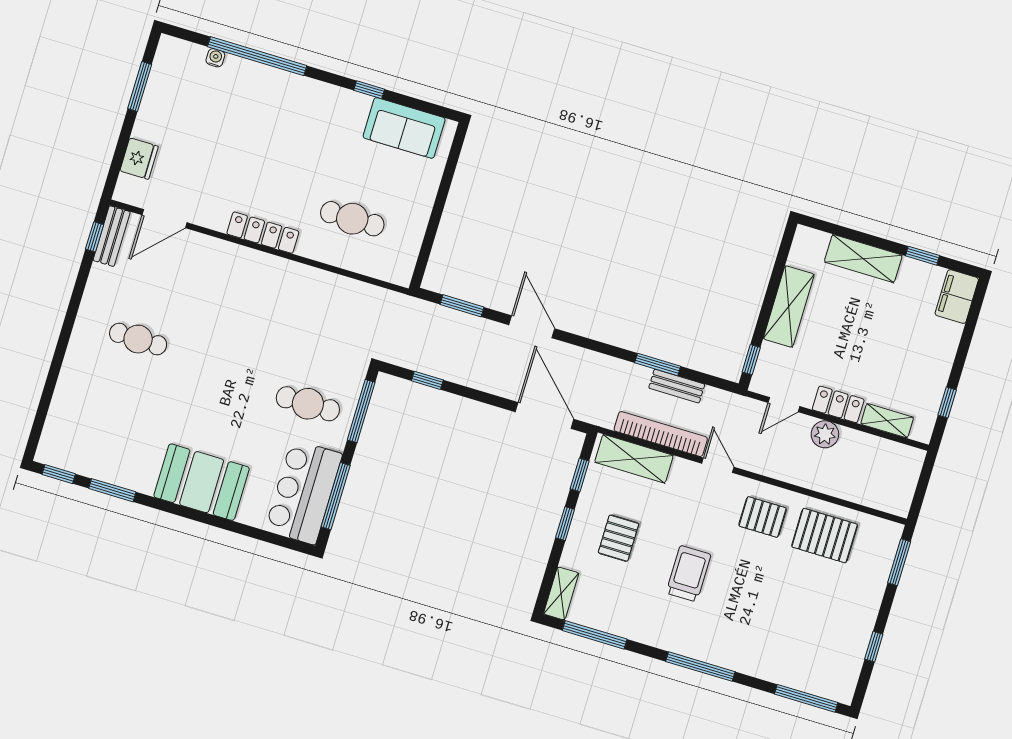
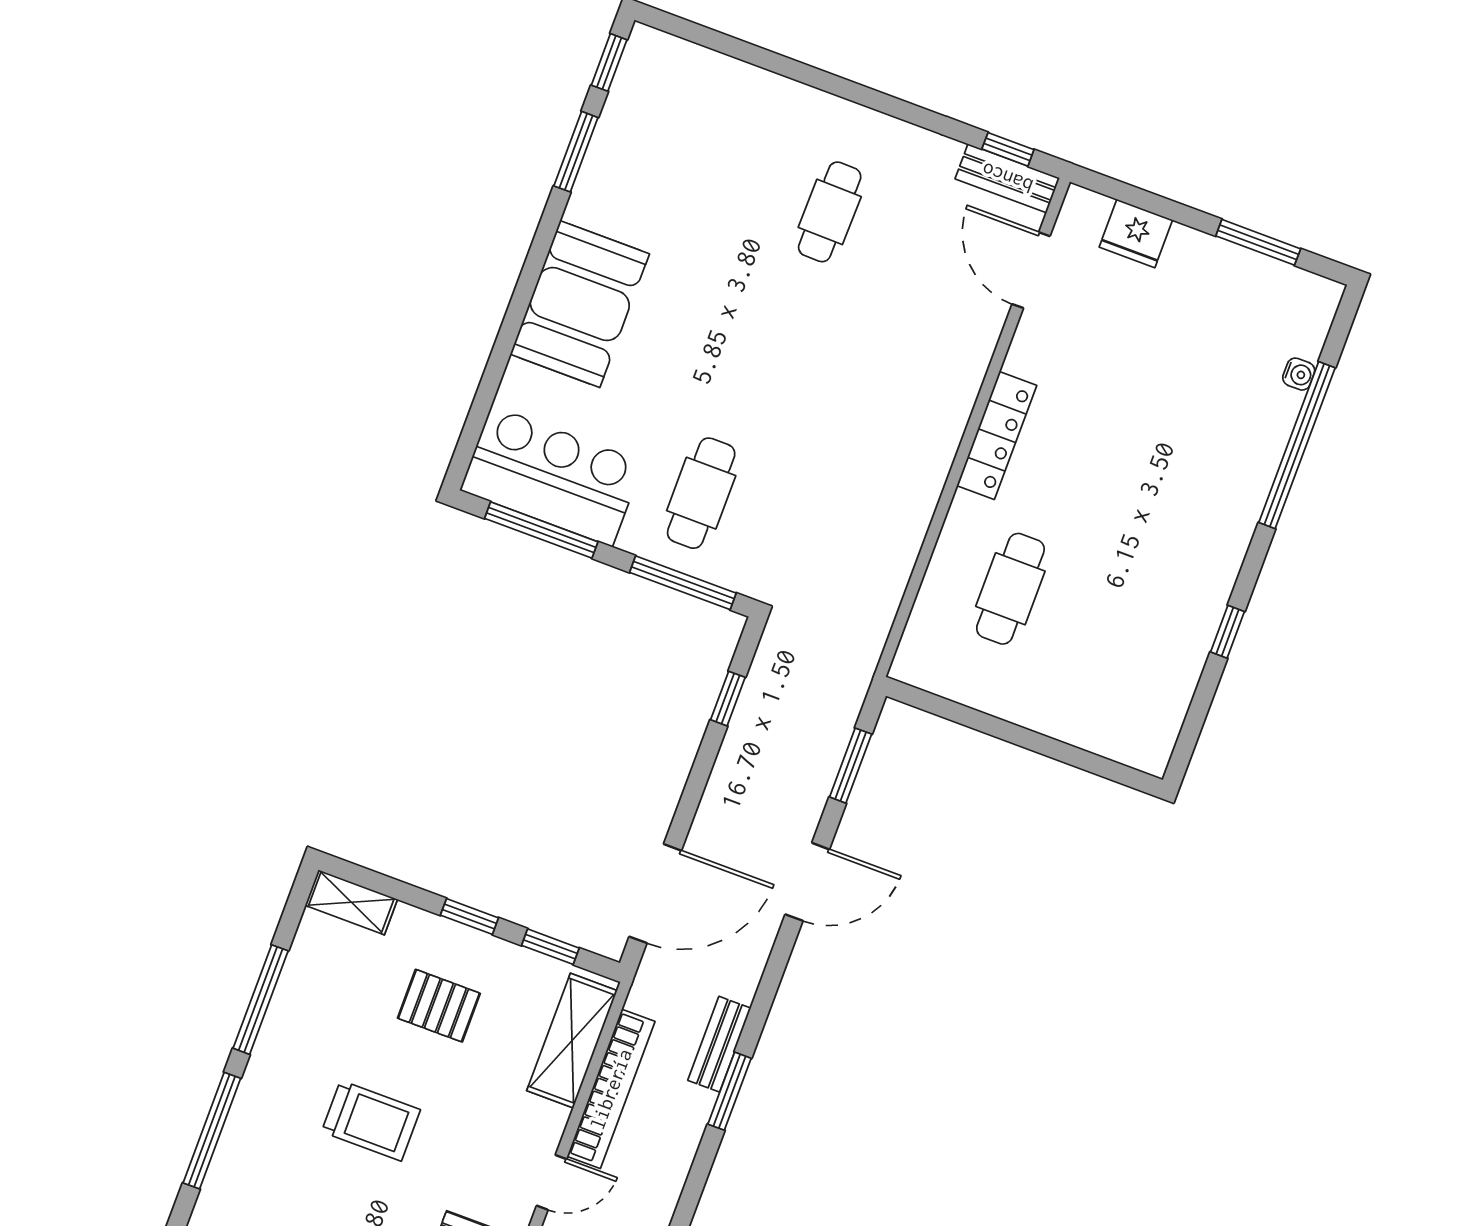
sofa: (404, 128) -> (1159, 687), removed
bench: (677, 386) -> (719, 1044), moved
window: (595, 635) -> (261, 1000), moved

